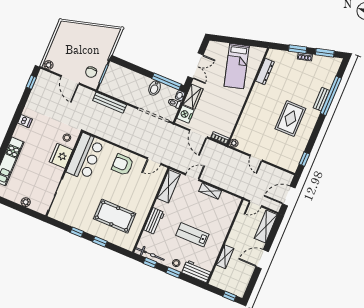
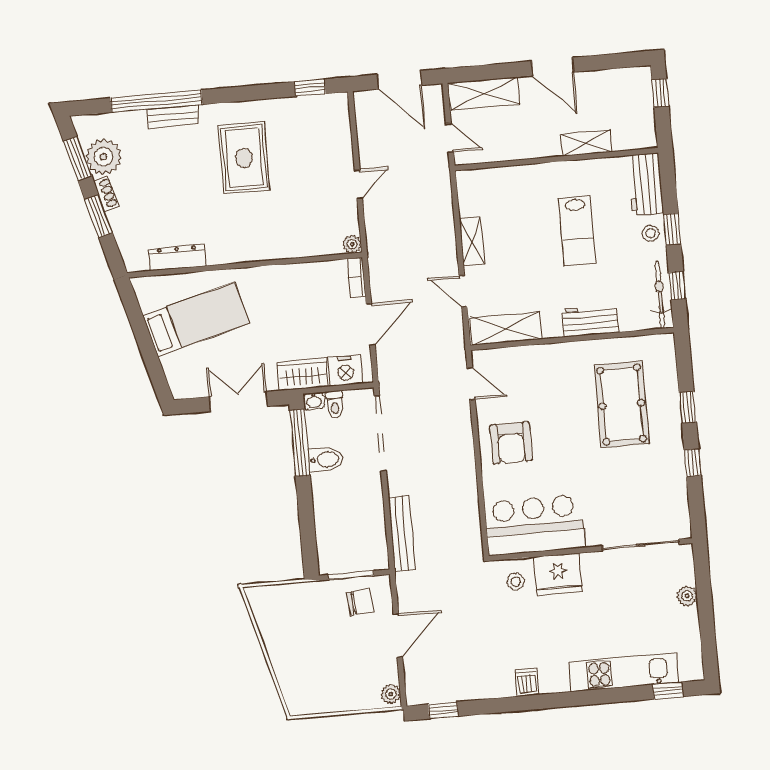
plant: (320, 63) -> (103, 157), added
rug: (290, 119) -> (244, 158), turned 90

